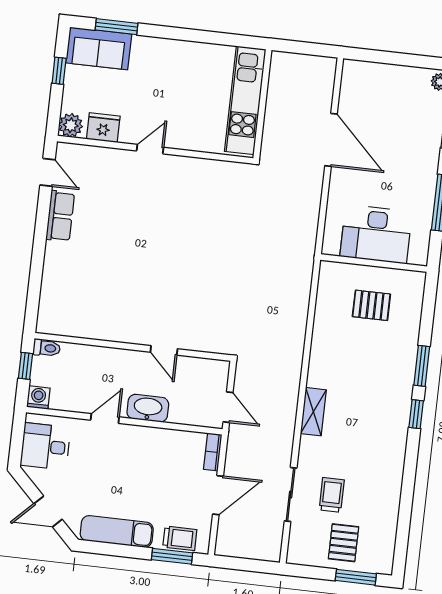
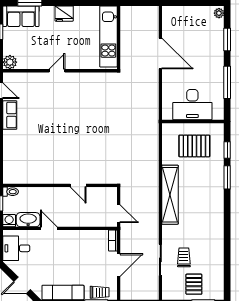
fridge: (103, 128) -> (64, 14), moved, turned 180
pallet: (371, 305) -> (194, 146), width x1.50, depth x1.42
washbasin: (148, 408) -> (28, 220), moved
shelving: (313, 412) -> (170, 195), width x2.20, depth x1.33
window: (416, 414) -> (227, 150), moved
door: (105, 419) -> (49, 228), hinge flipped

